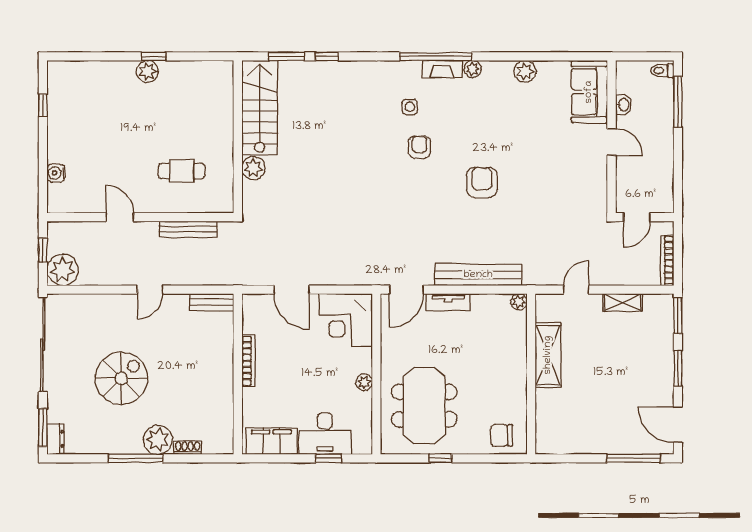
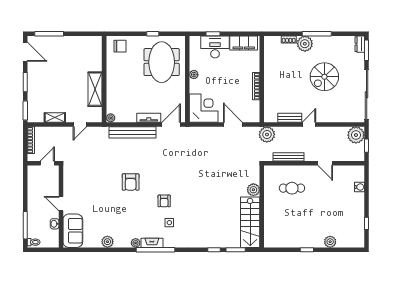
plant: (147, 71) -> (330, 242), moved
plant: (228, 271) -> (267, 134), added
bench: (212, 302) -> (290, 118), moved

